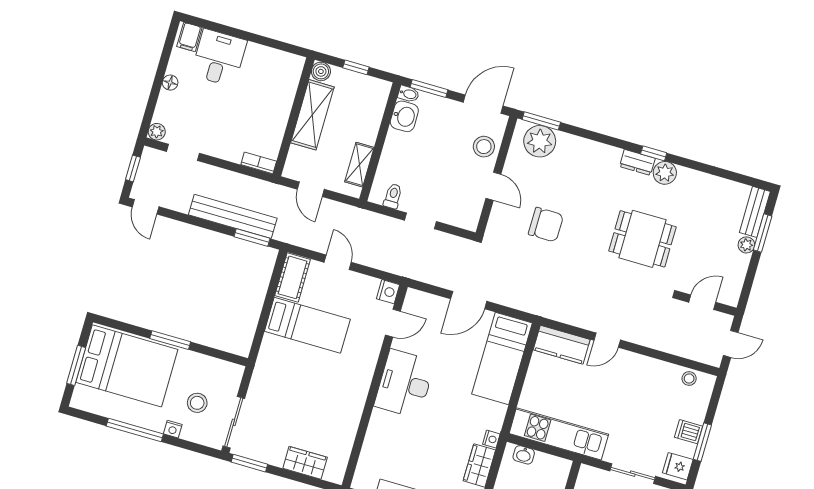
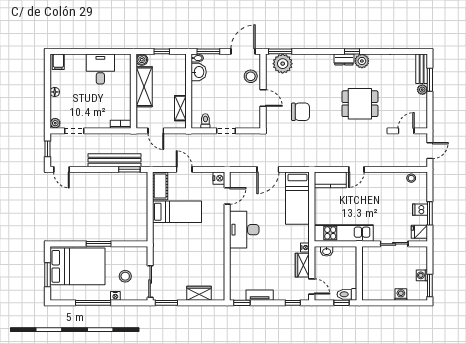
desk: (219, 58) -> (100, 69), moved

